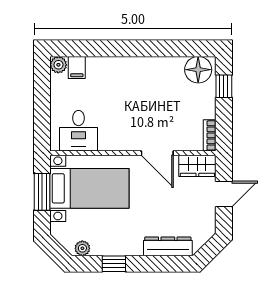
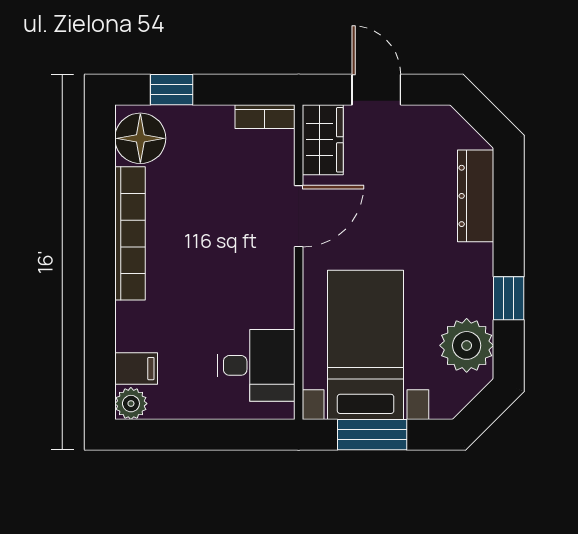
bookcase: (148, 64) -> (130, 233), added
plant: (82, 248) -> (467, 345), width x1.87, depth x1.87

